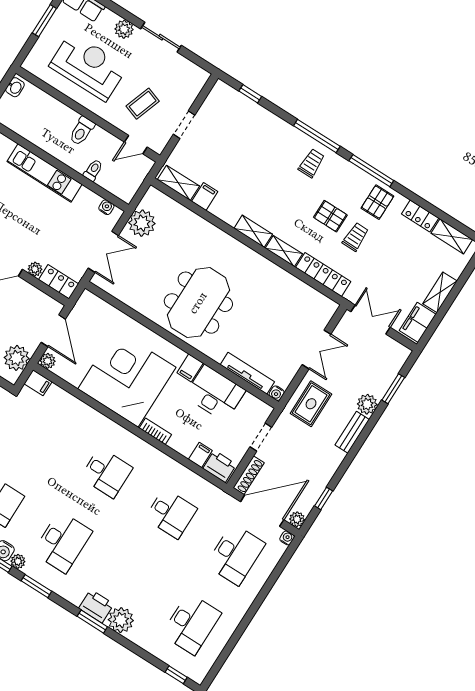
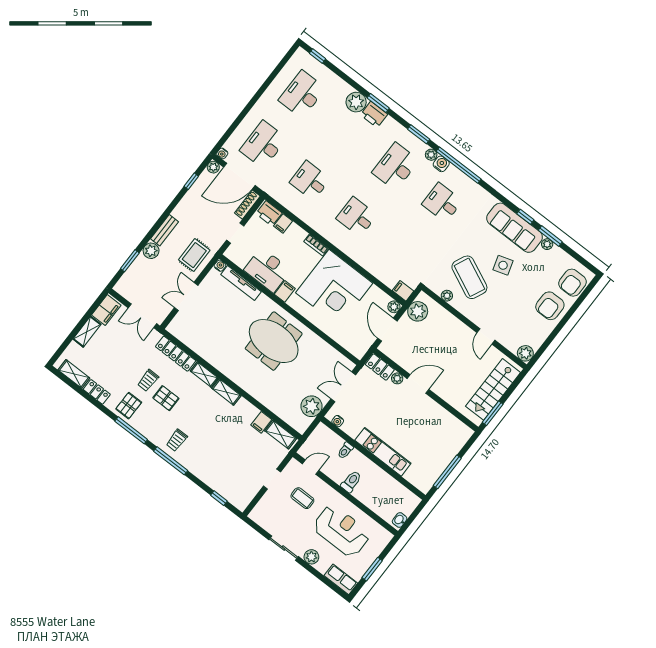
reception desk: (88, 66) -> (342, 531), turned 180
coffee table: (143, 104) -> (302, 498), turned 71
meeting table: (198, 303) -> (274, 341), turned 90

